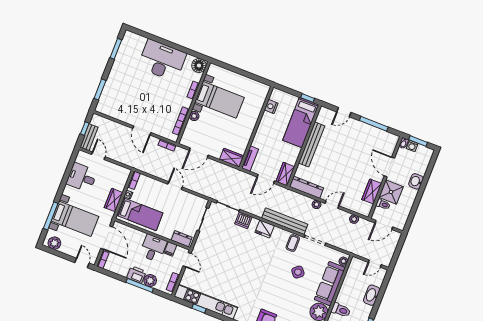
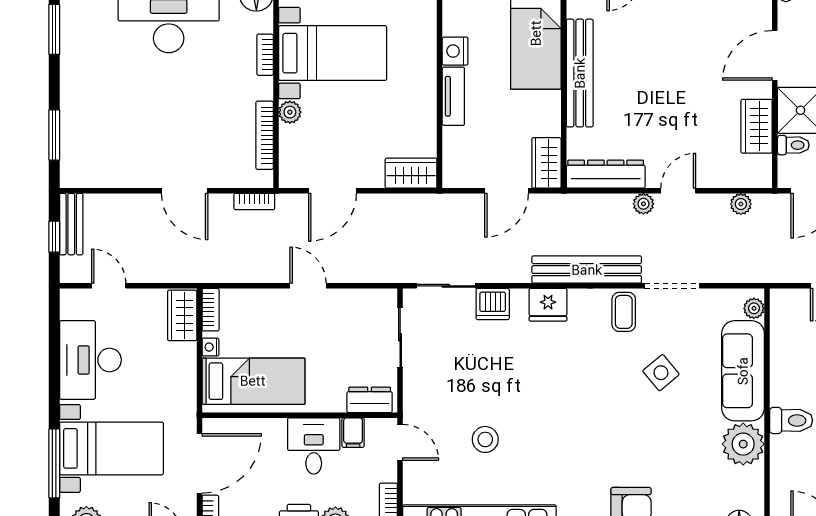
nightstand: (271, 107) -> (455, 51), moved
bench: (89, 137) -> (71, 224), moved
tv unit: (250, 159) -> (453, 96), moved
door: (389, 167) -> (775, 55), hinge flipped
desk: (82, 177) -> (90, 360), width x1.37
wardrobe: (114, 200) -> (182, 315), moved
door: (107, 238) -> (199, 463), hinge flipped
stool: (220, 271) -> (485, 439), added

